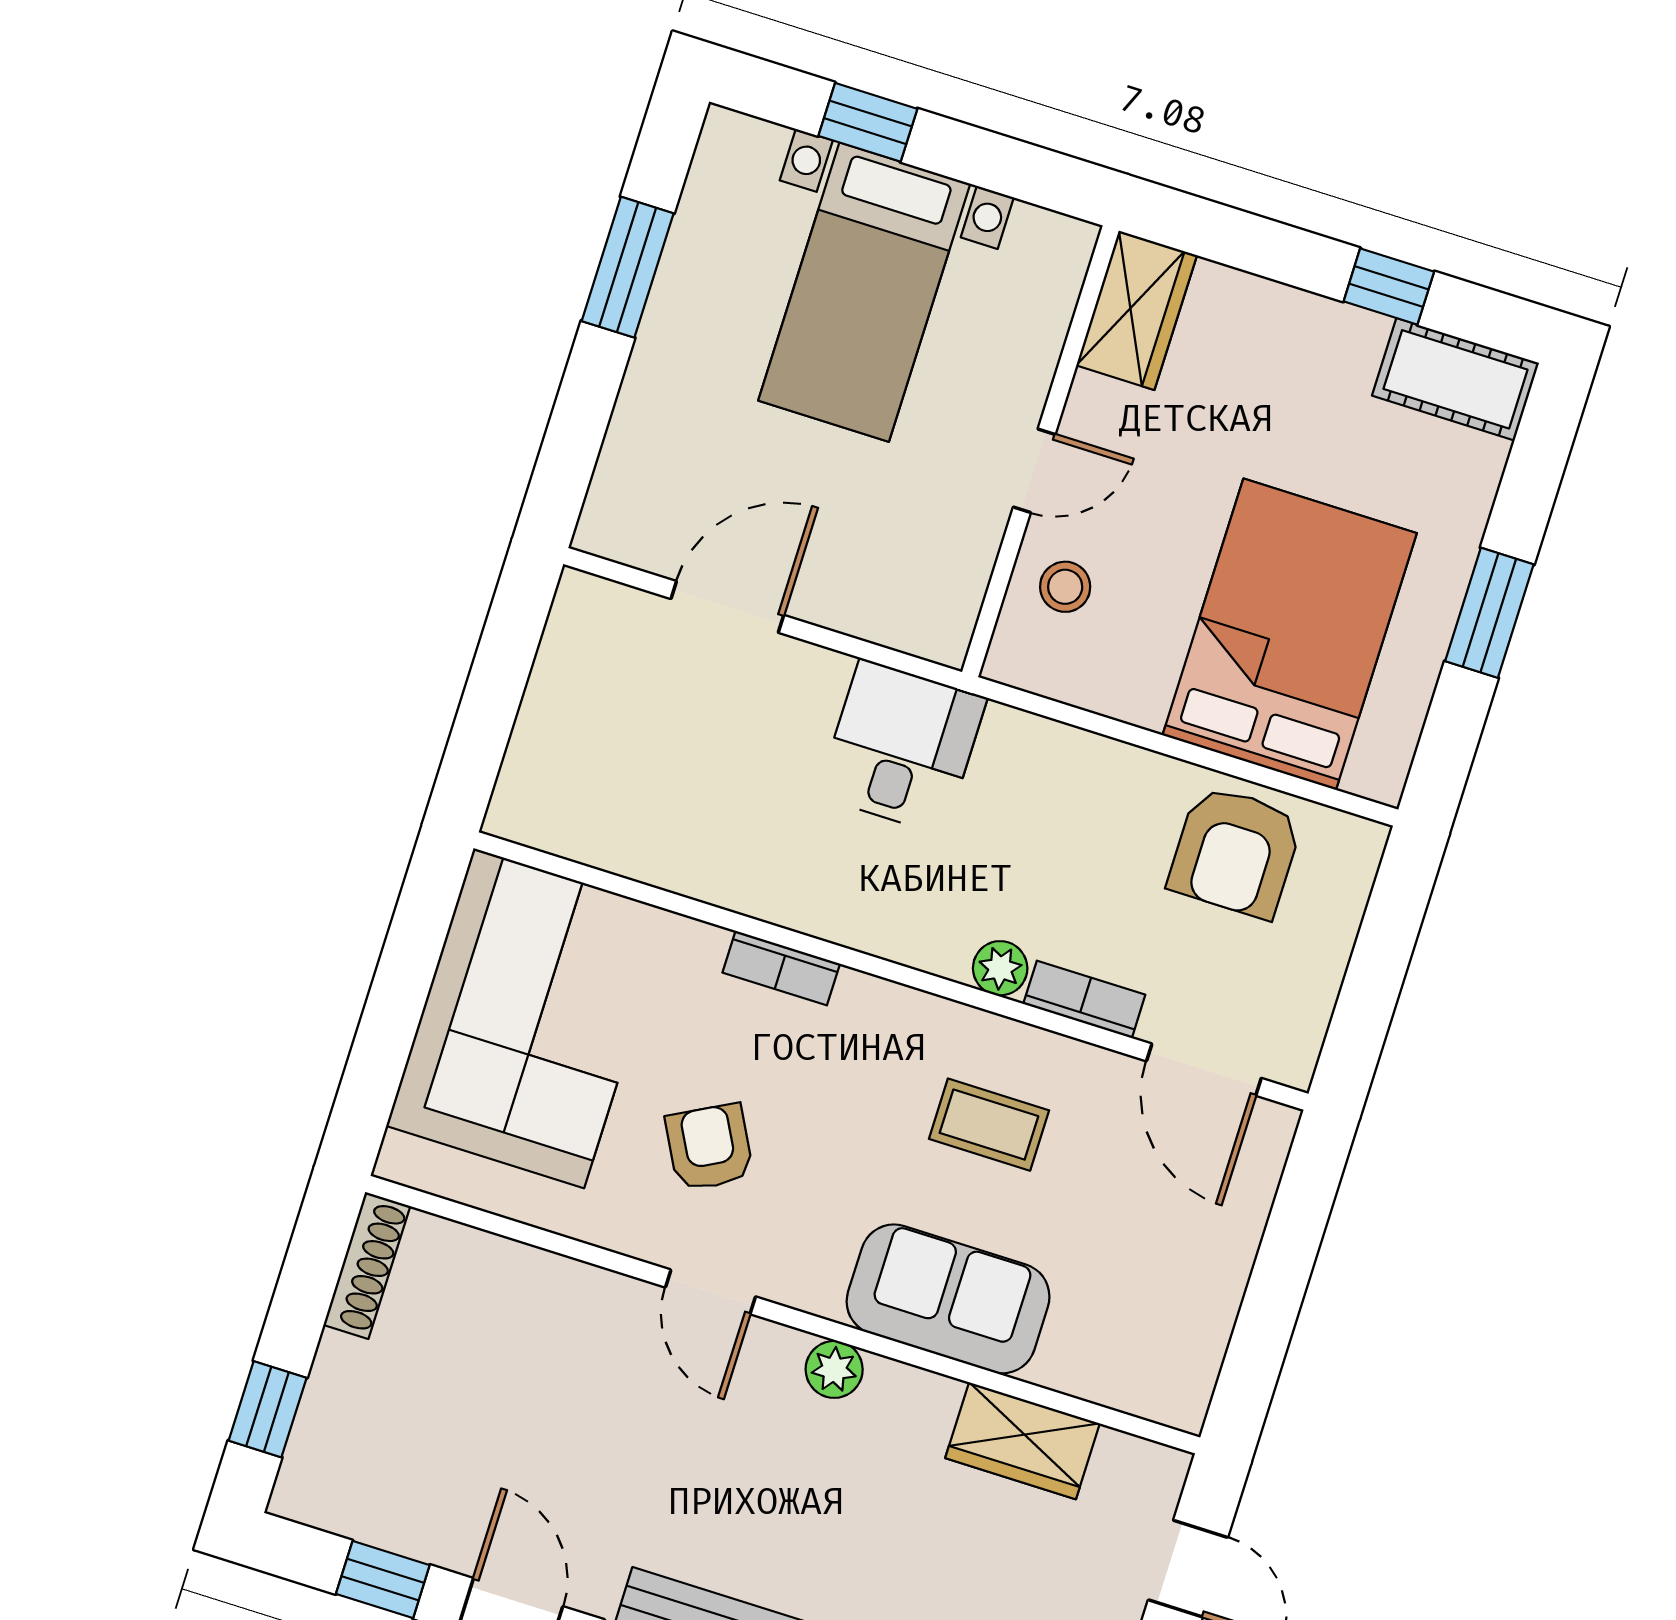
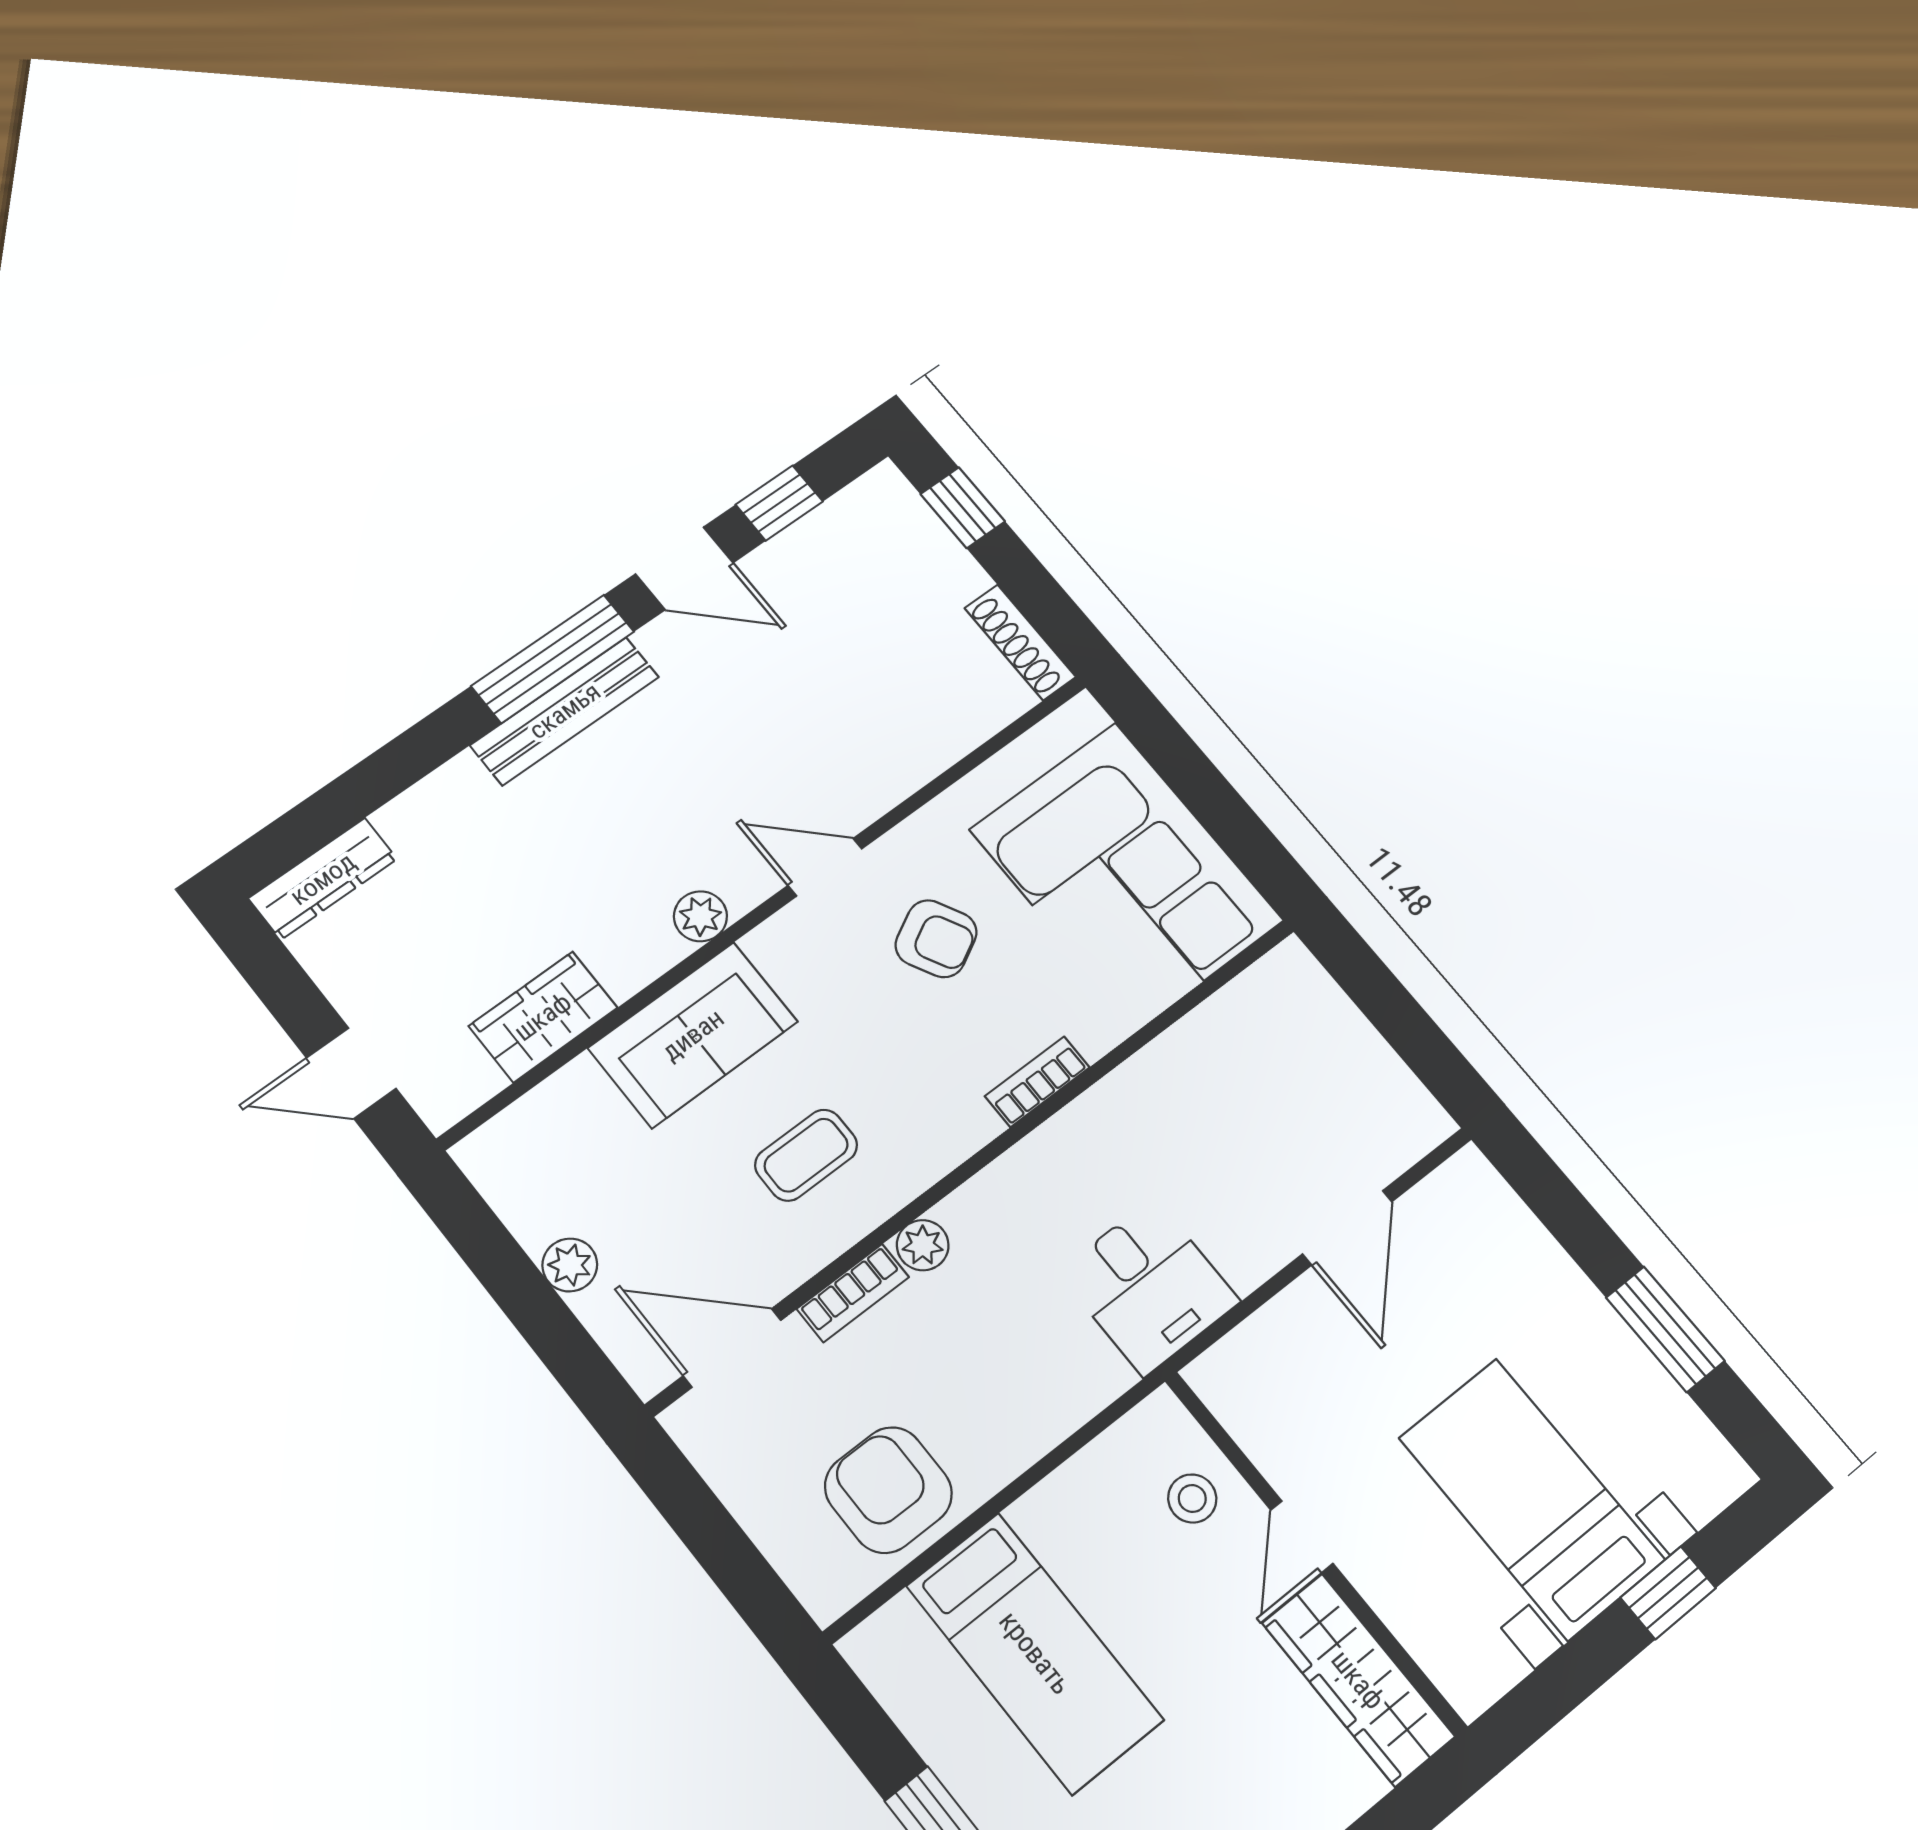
wardrobe: (1137, 310) -> (1358, 1680), width x1.50
bed: (1290, 634) -> (1035, 1653), width x0.67
plant: (1227, 1259) -> (570, 1265), added

